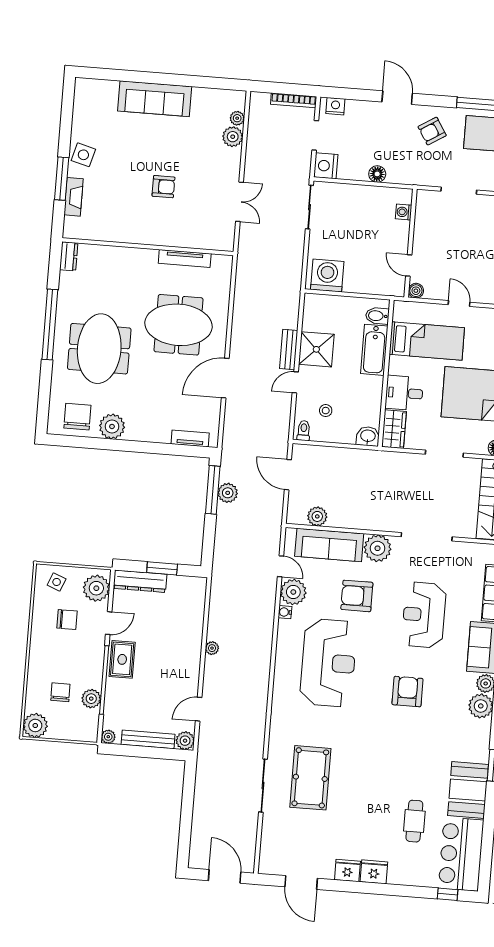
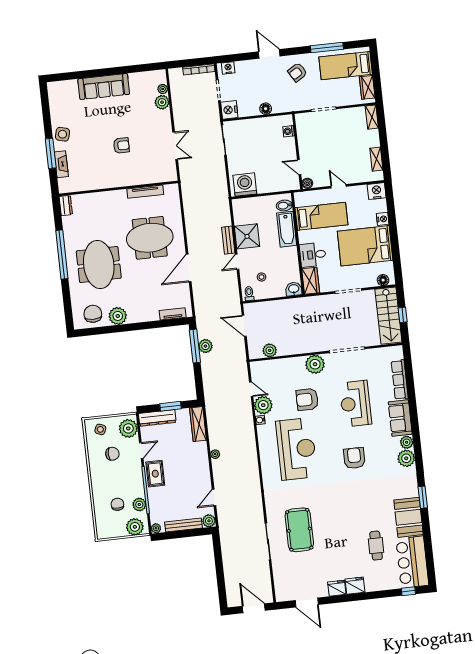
sofa: (329, 545) -> (282, 368), removed
wardrobe: (196, 601) -> (198, 424), added
plant: (35, 725) -> (135, 527), moved

